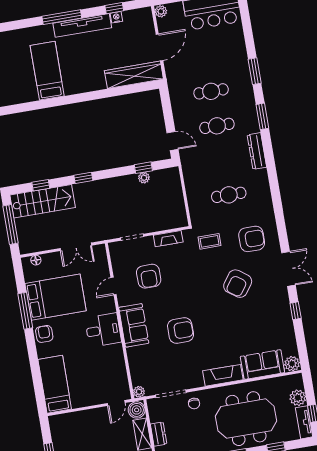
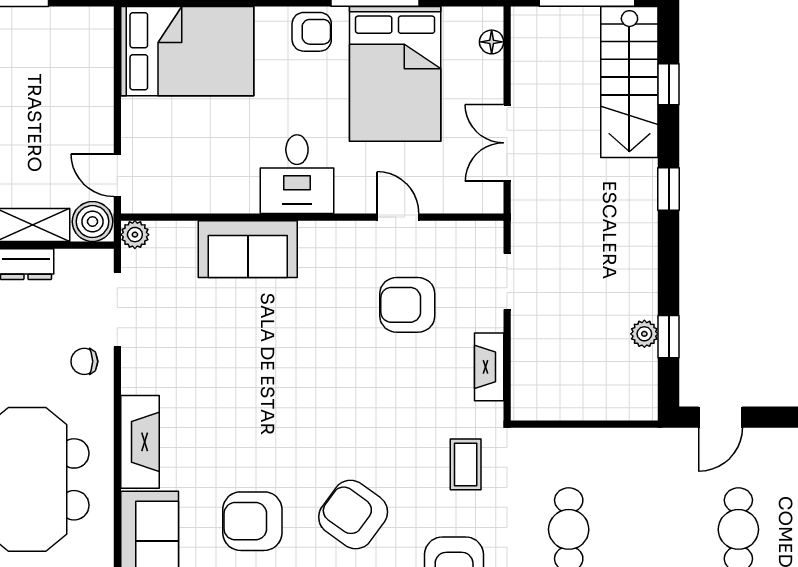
sofa: (134, 325) -> (248, 249), moved
armchair: (181, 330) -> (252, 521), moved, turned 90
bed: (55, 384) -> (187, 51), width x1.50

